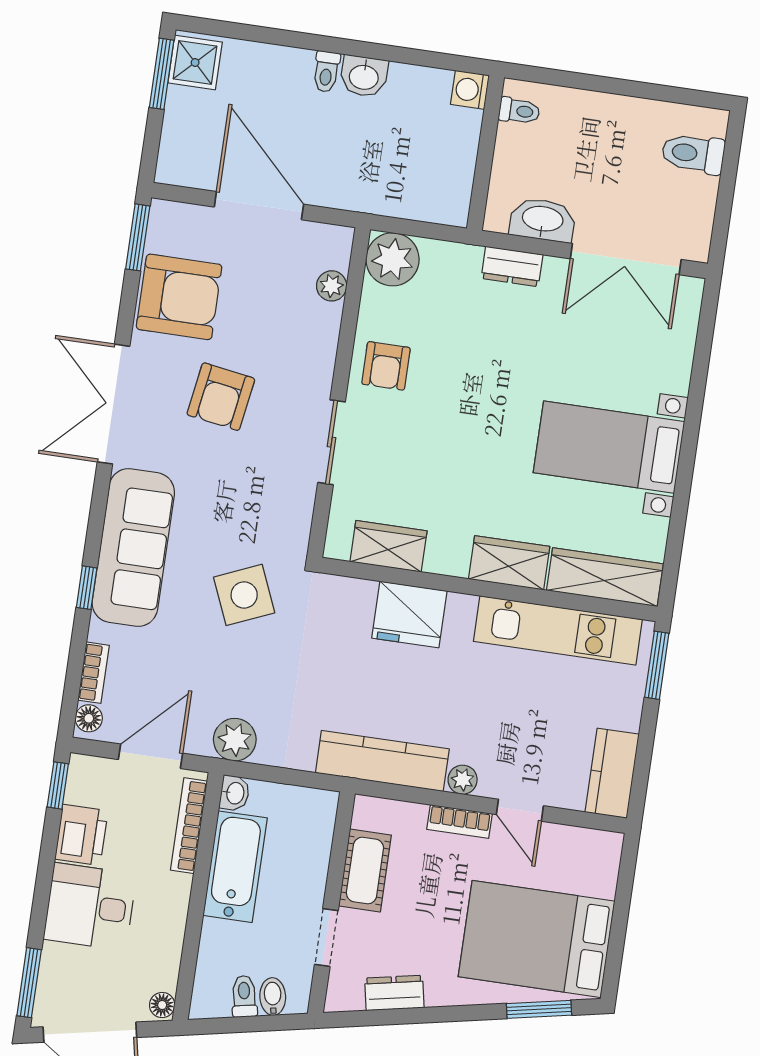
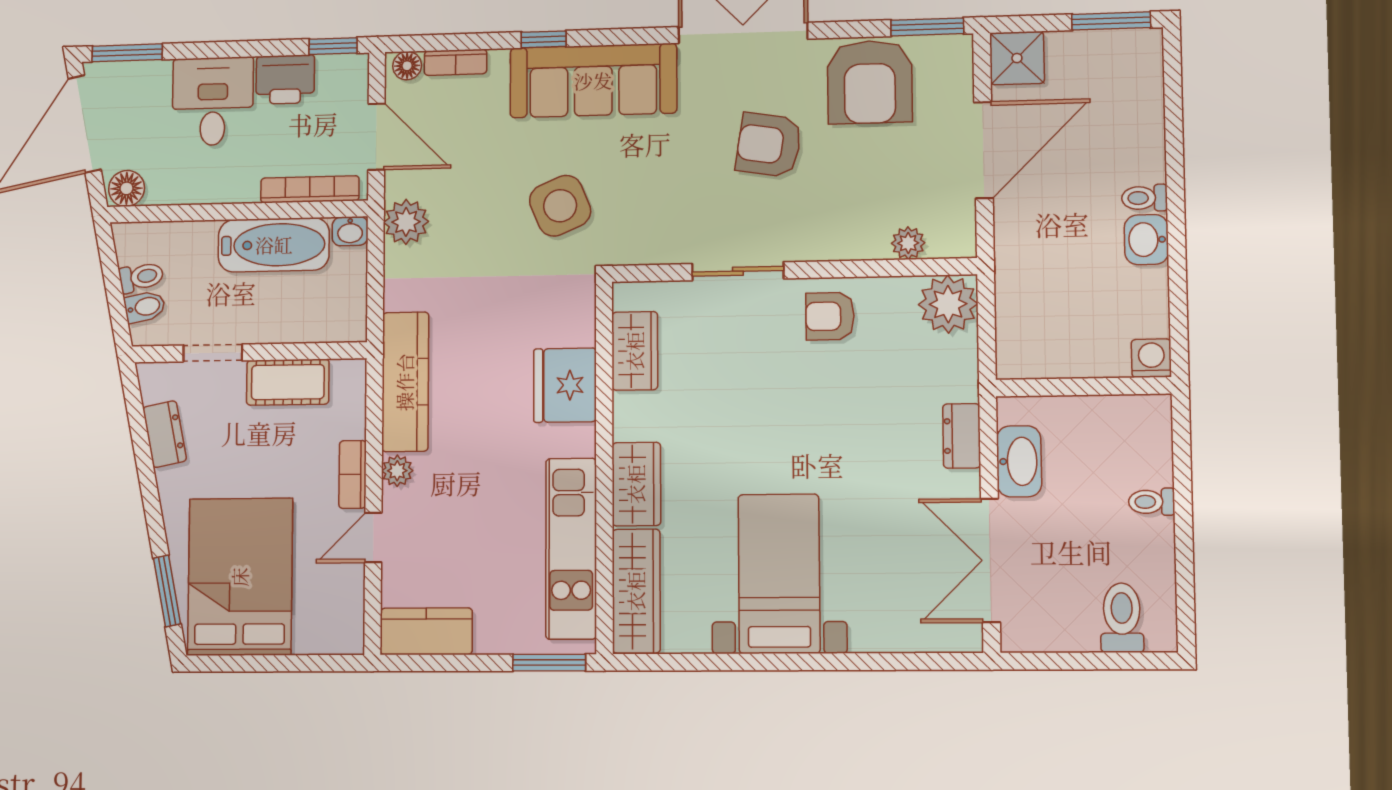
shower: (195, 62) -> (1017, 58), moved
toilet: (519, 111) -> (1152, 502), moved, turned 90
floor lamp: (162, 1005) -> (127, 188), width x1.37, depth x1.37

